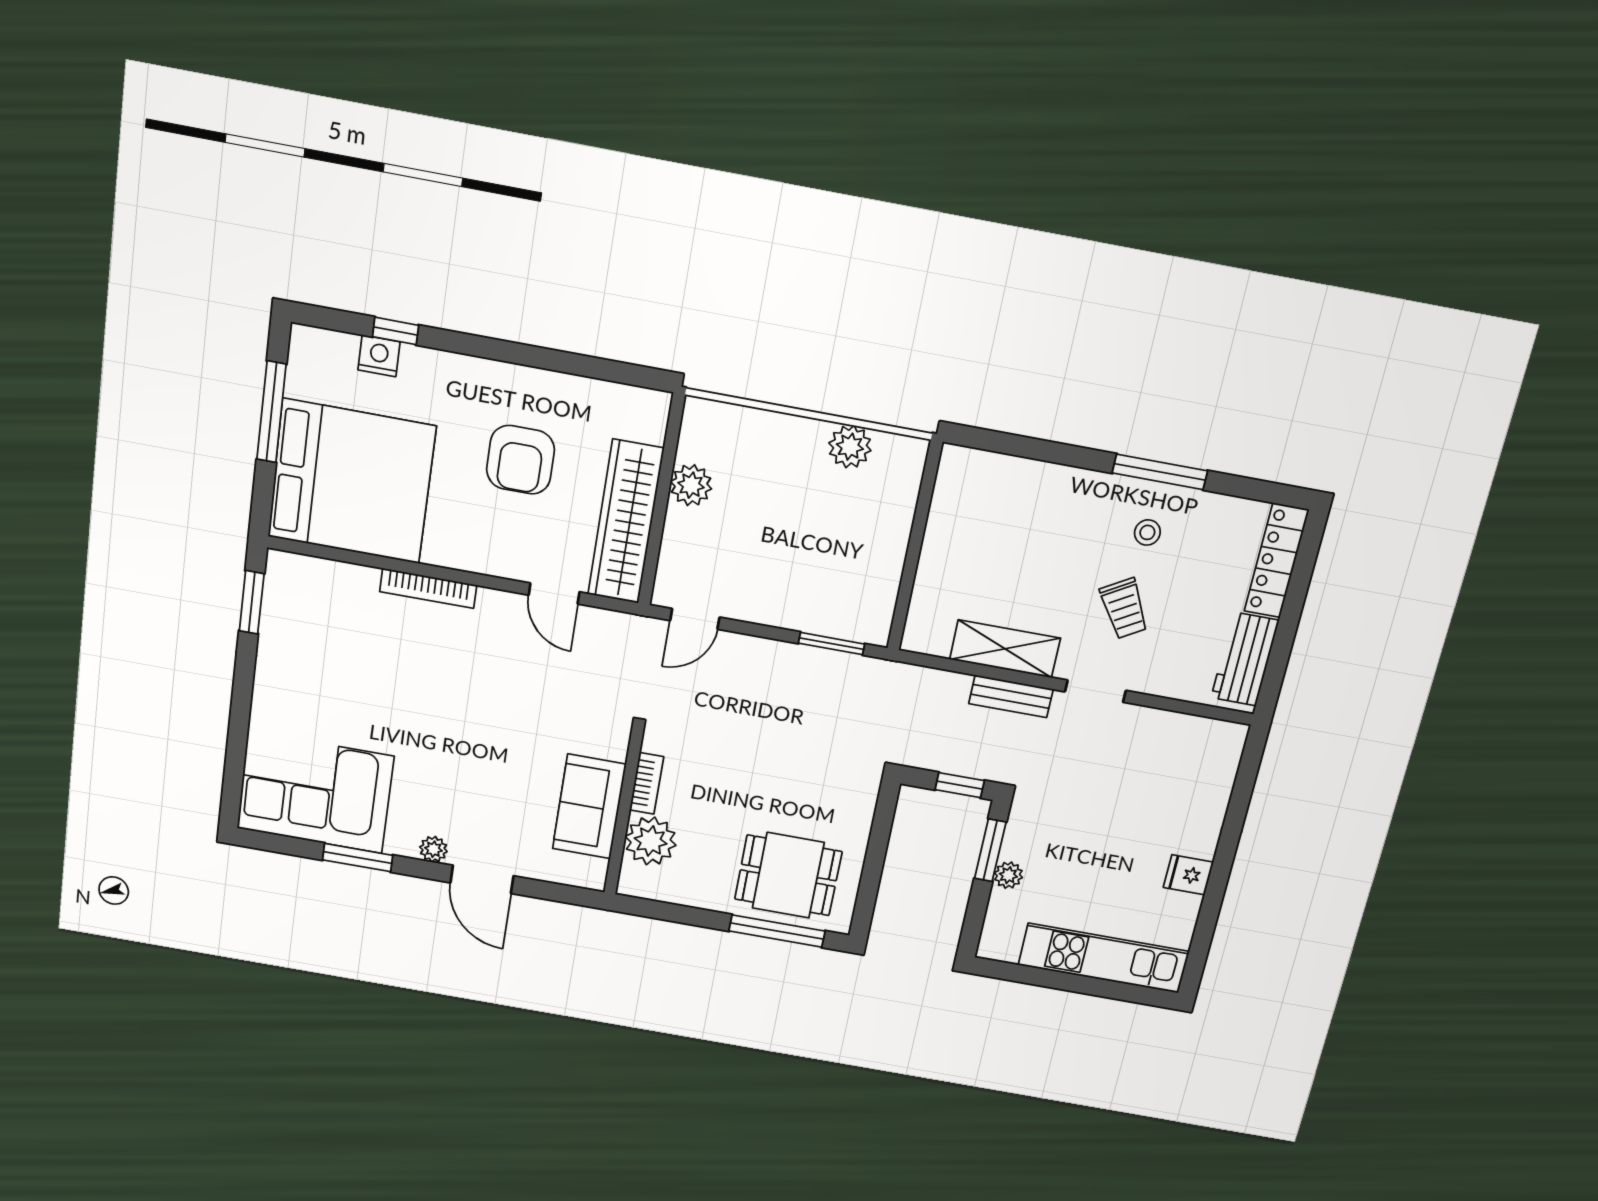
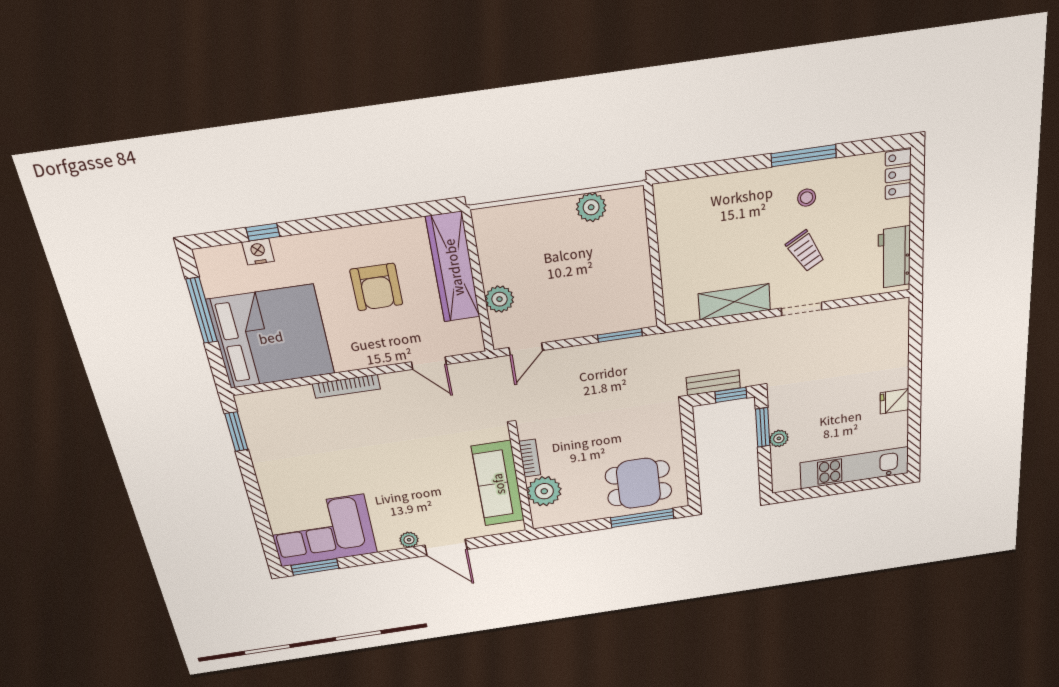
plant: (691, 485) -> (499, 299), moved
wardrobe: (626, 522) -> (453, 267), moved
locker: (1277, 560) -> (898, 174), width x0.66
bench: (1011, 696) -> (713, 383), moved
sofa: (589, 807) -> (498, 484), width x1.36
window: (358, 858) -> (315, 567), moved

